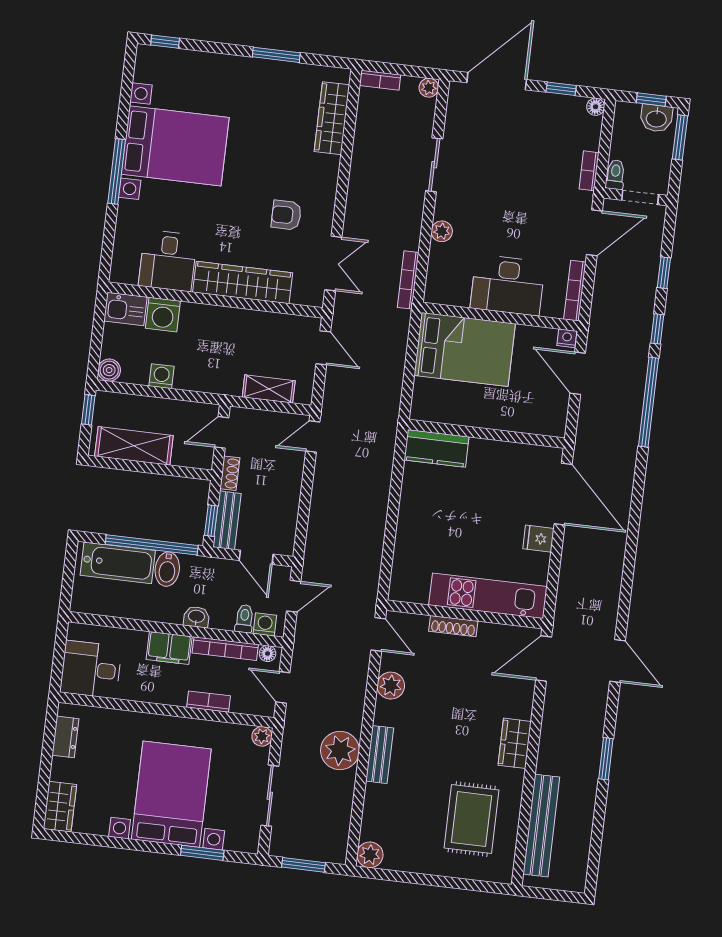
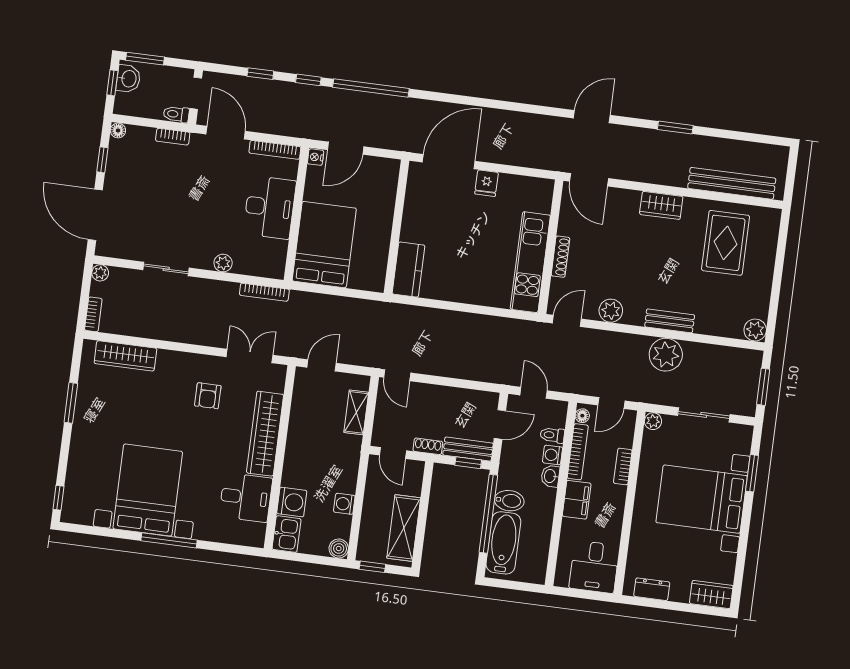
kitchen unit: (488, 596) -> (530, 262), moved
washing machine: (265, 624) -> (553, 455), moved
rug: (471, 819) -> (726, 243), turned 90

